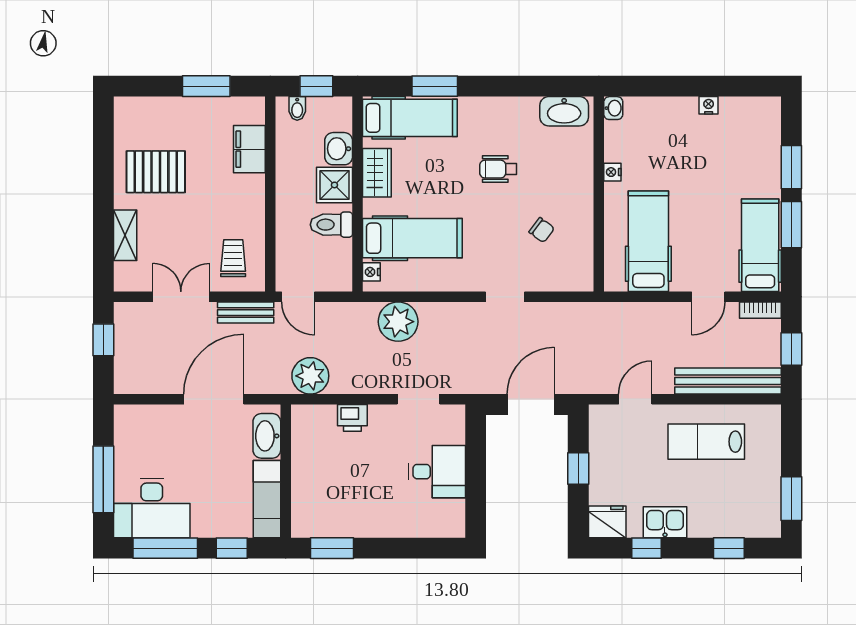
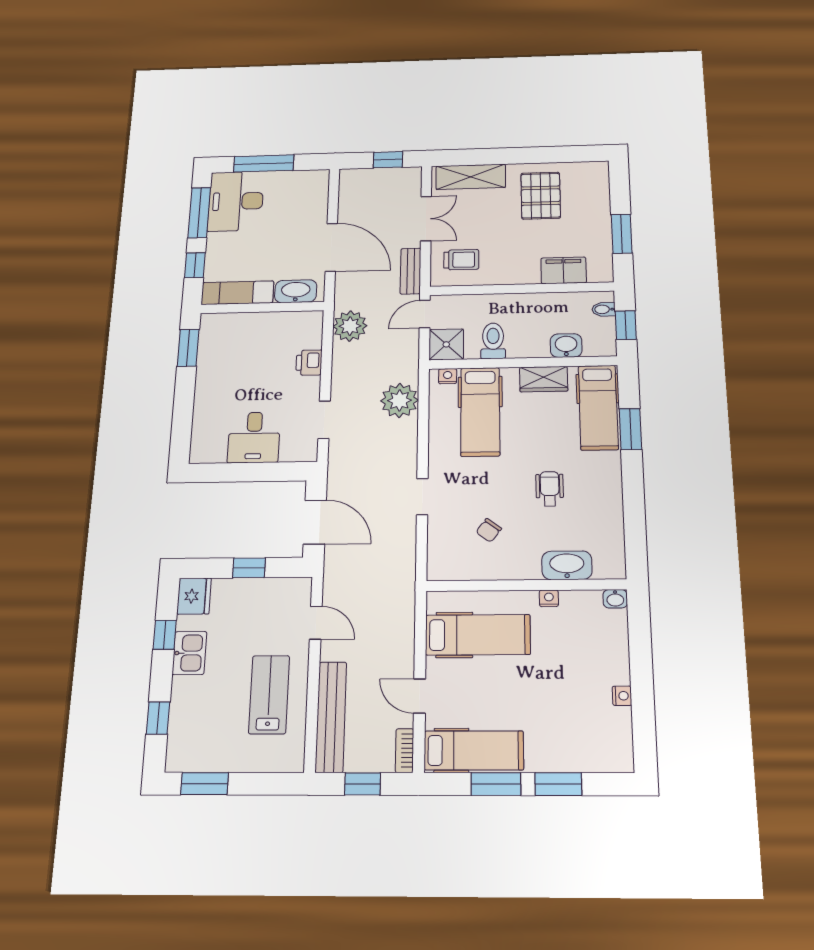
washbasin: (564, 111) -> (567, 565), moved, turned 90
shower: (334, 185) -> (446, 344), moved
shelving: (125, 235) -> (471, 177), width x1.50, depth x1.33

